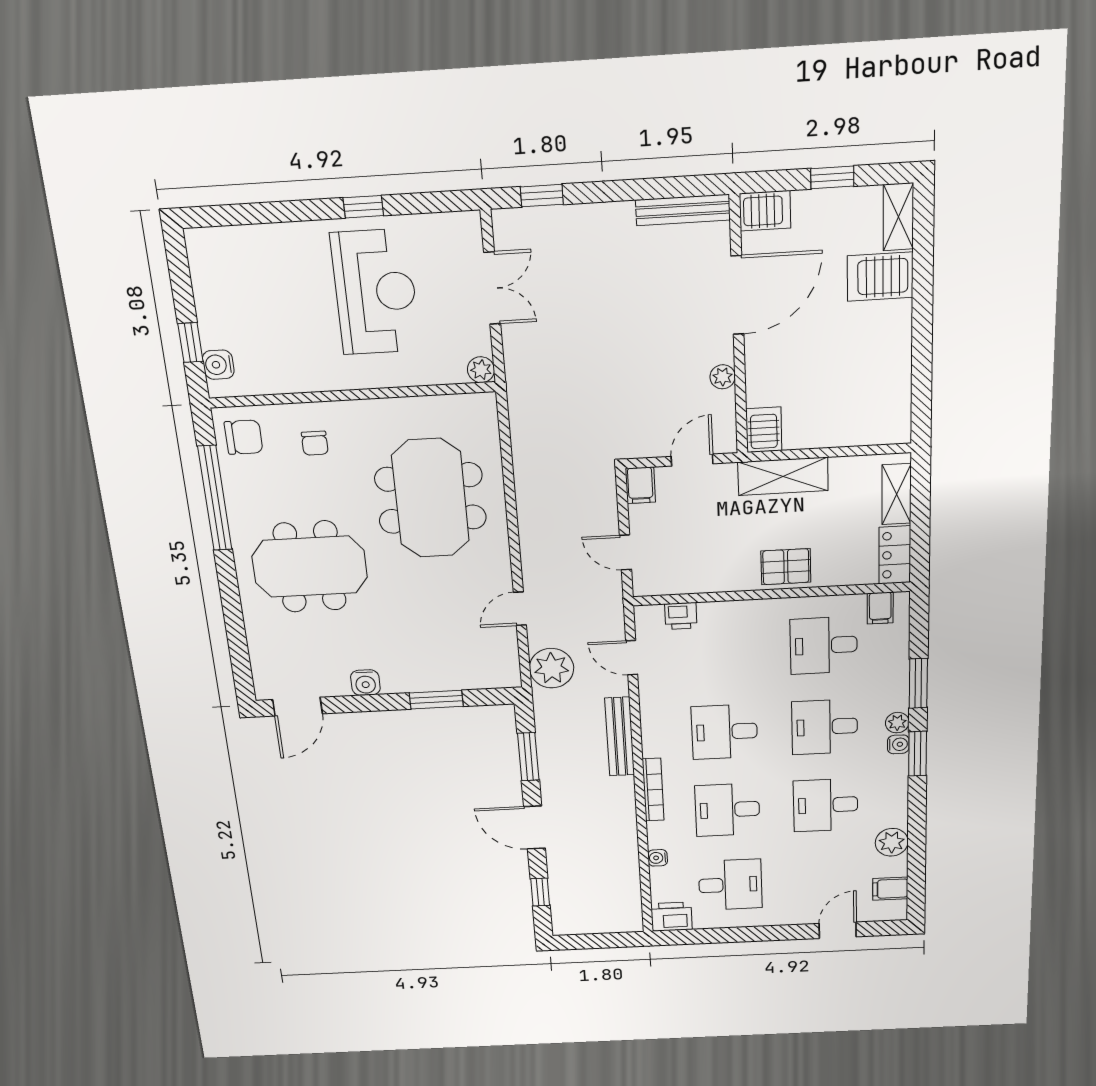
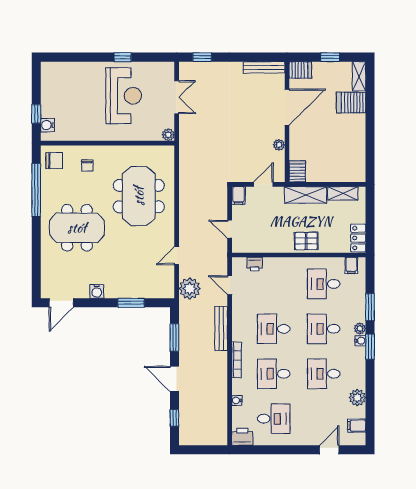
shelving: (897, 494) -> (343, 193), moved, turned 90

